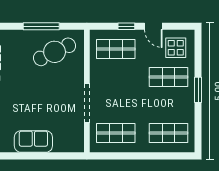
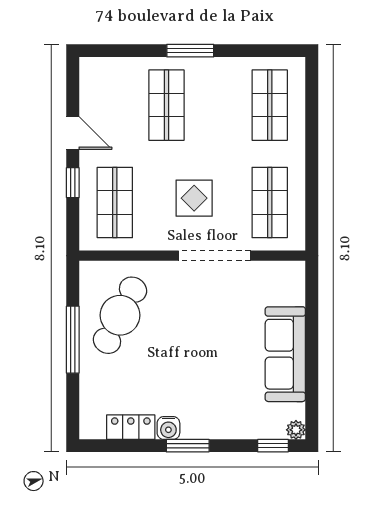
door: (153, 26) -> (73, 133), hinge flipped
display table: (176, 48) -> (194, 198), moved
cafe table: (55, 52) -> (120, 315), turned 52
sofa: (33, 142) -> (285, 354), width x1.36

